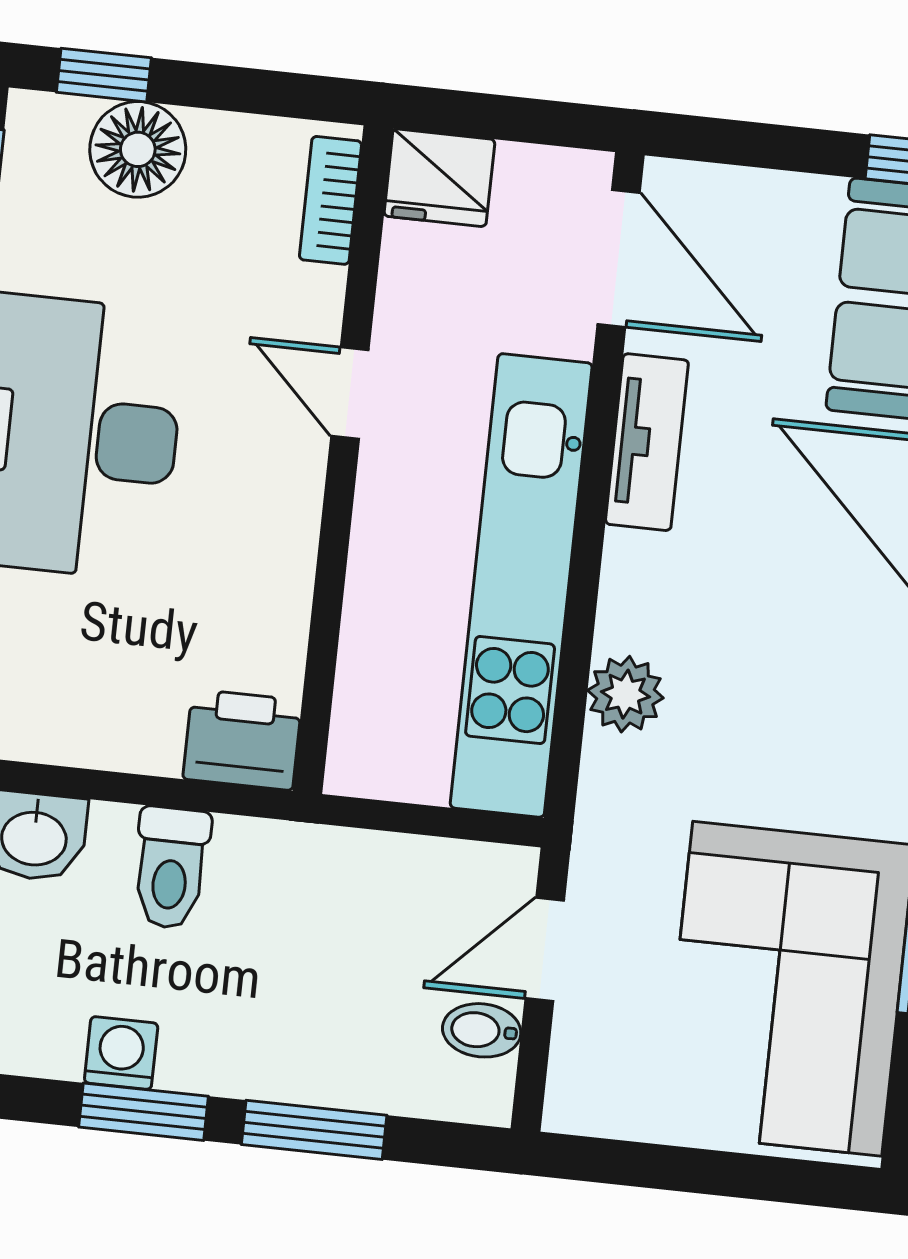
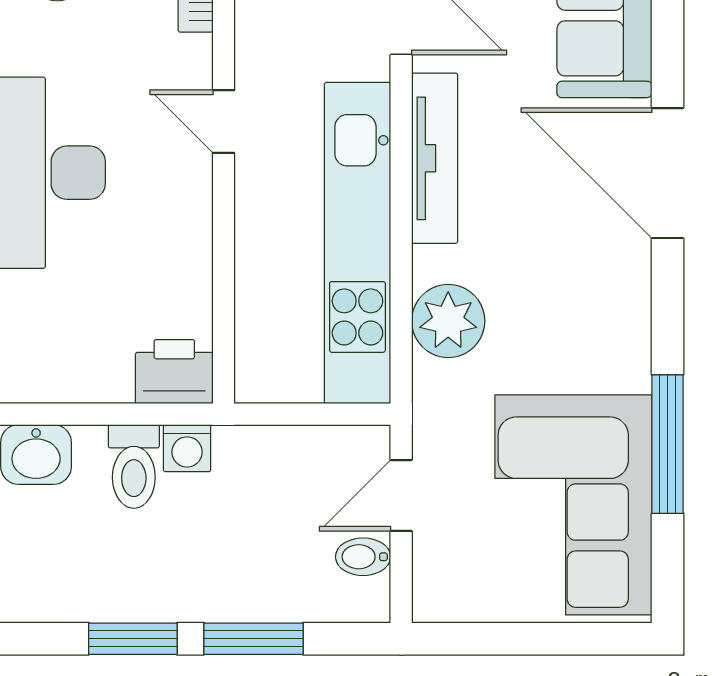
tv unit: (647, 442) -> (435, 158), width x1.41
plant: (625, 694) -> (448, 321), width x1.36, depth x1.36
washing machine: (121, 1053) -> (187, 448), moved, turned 180

